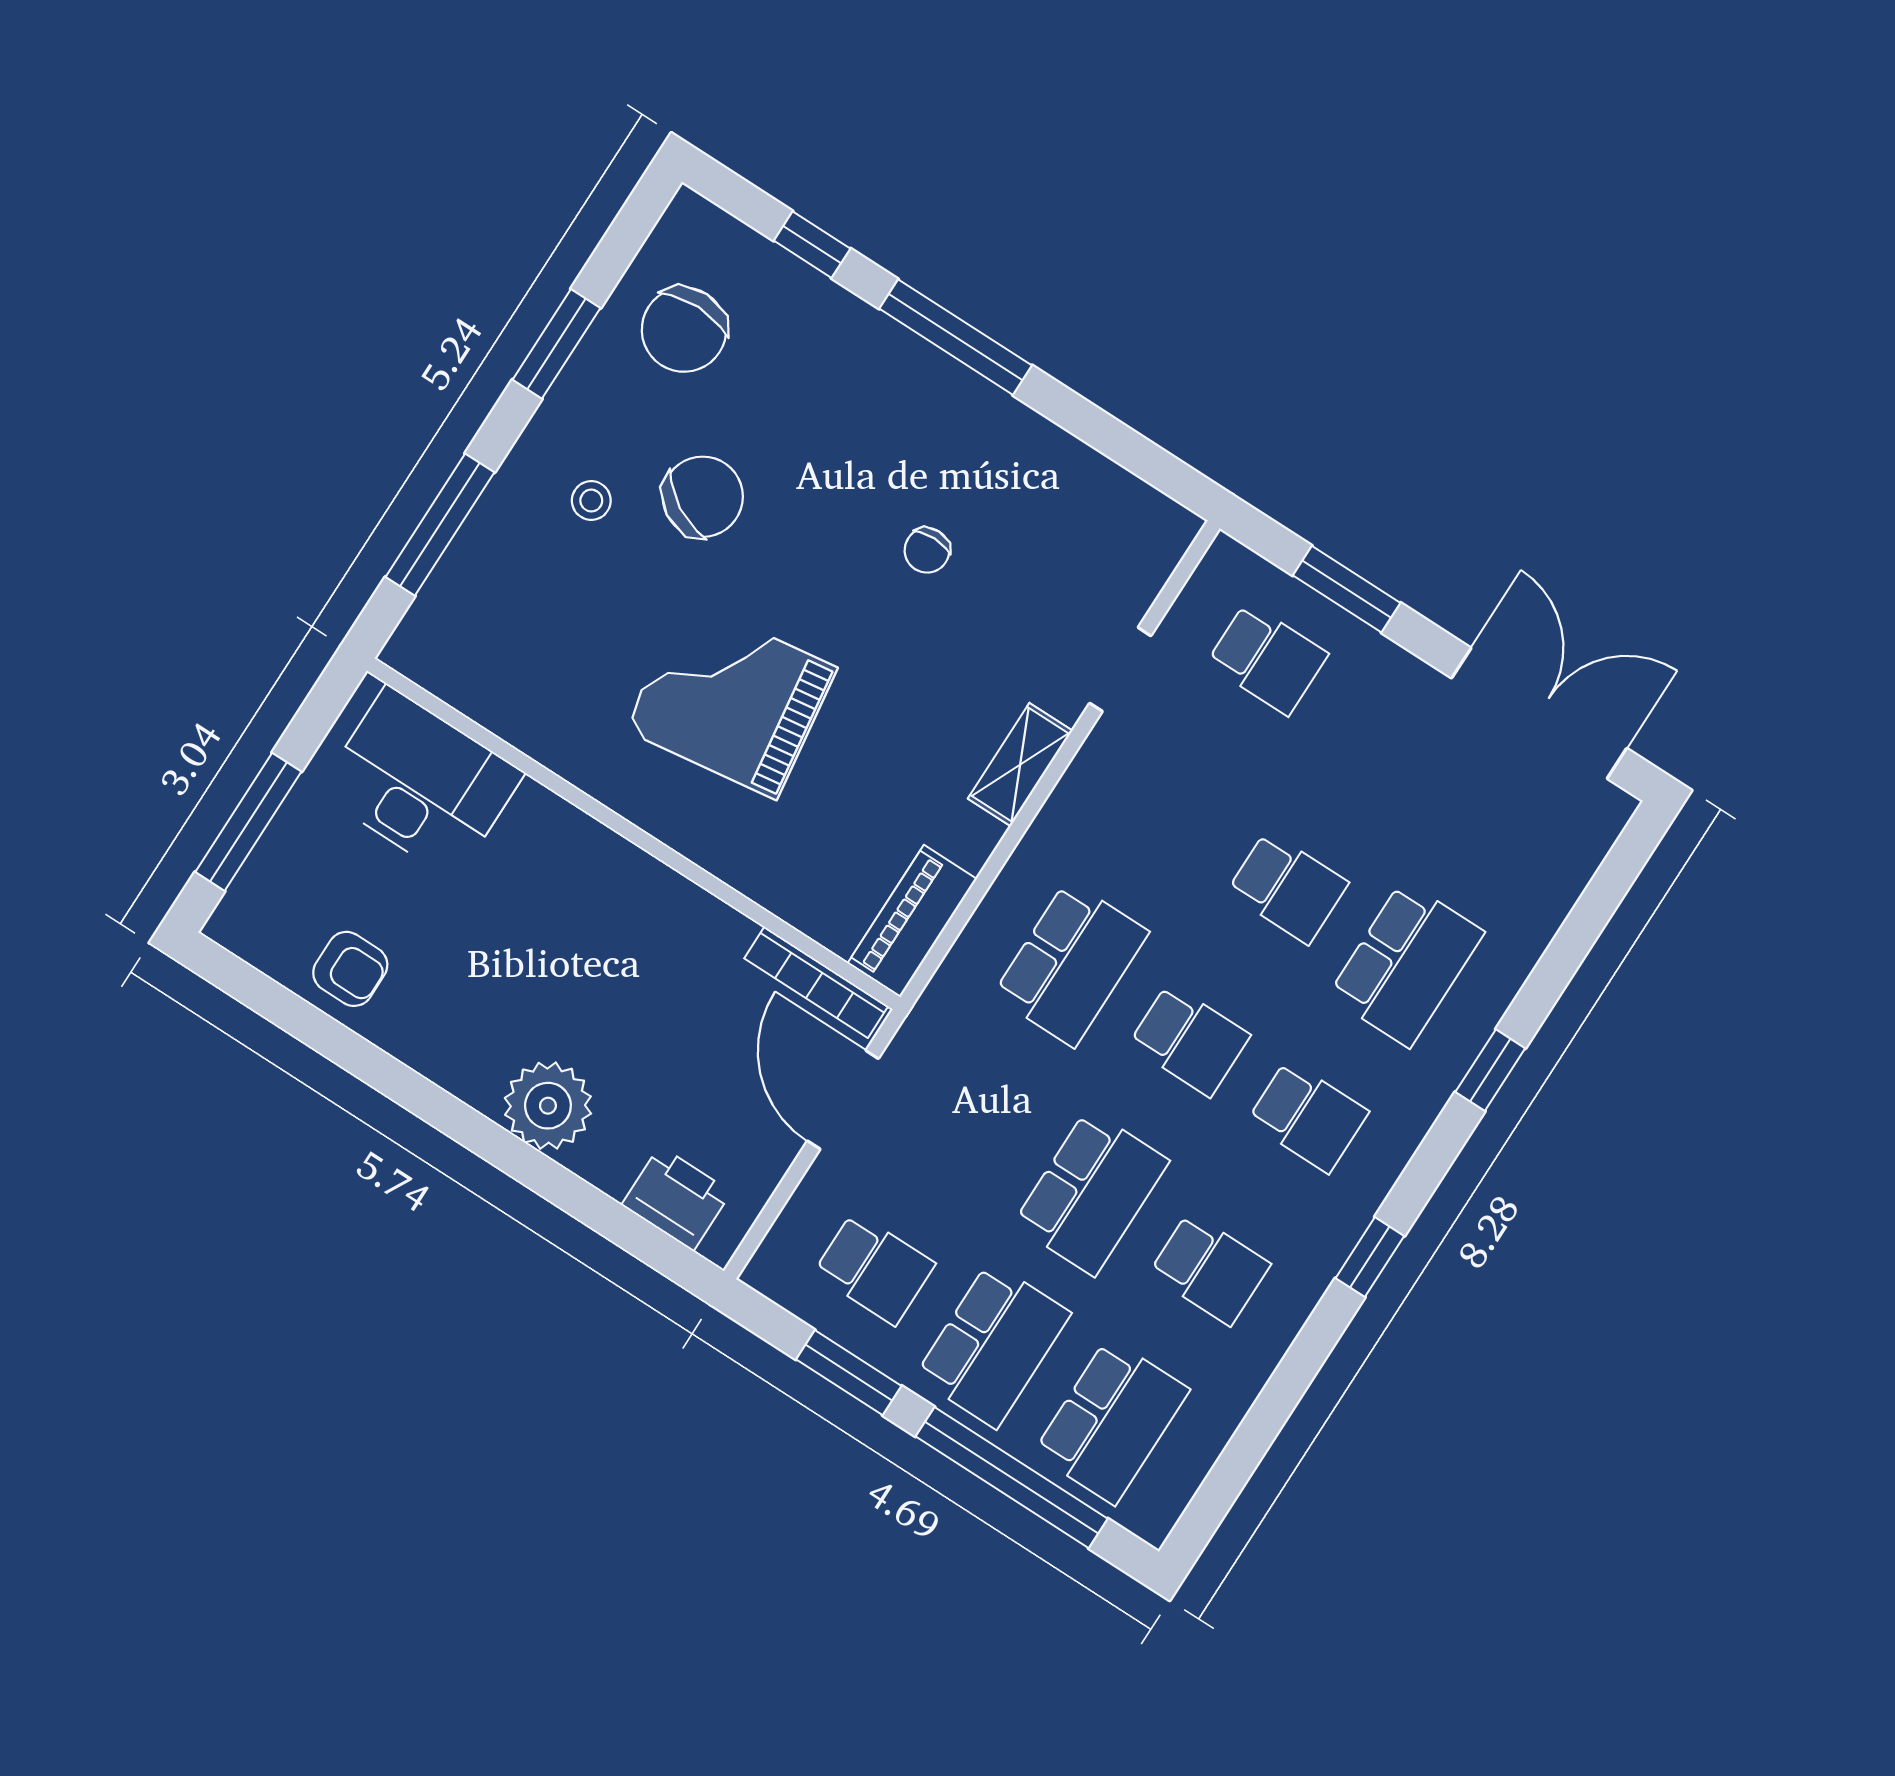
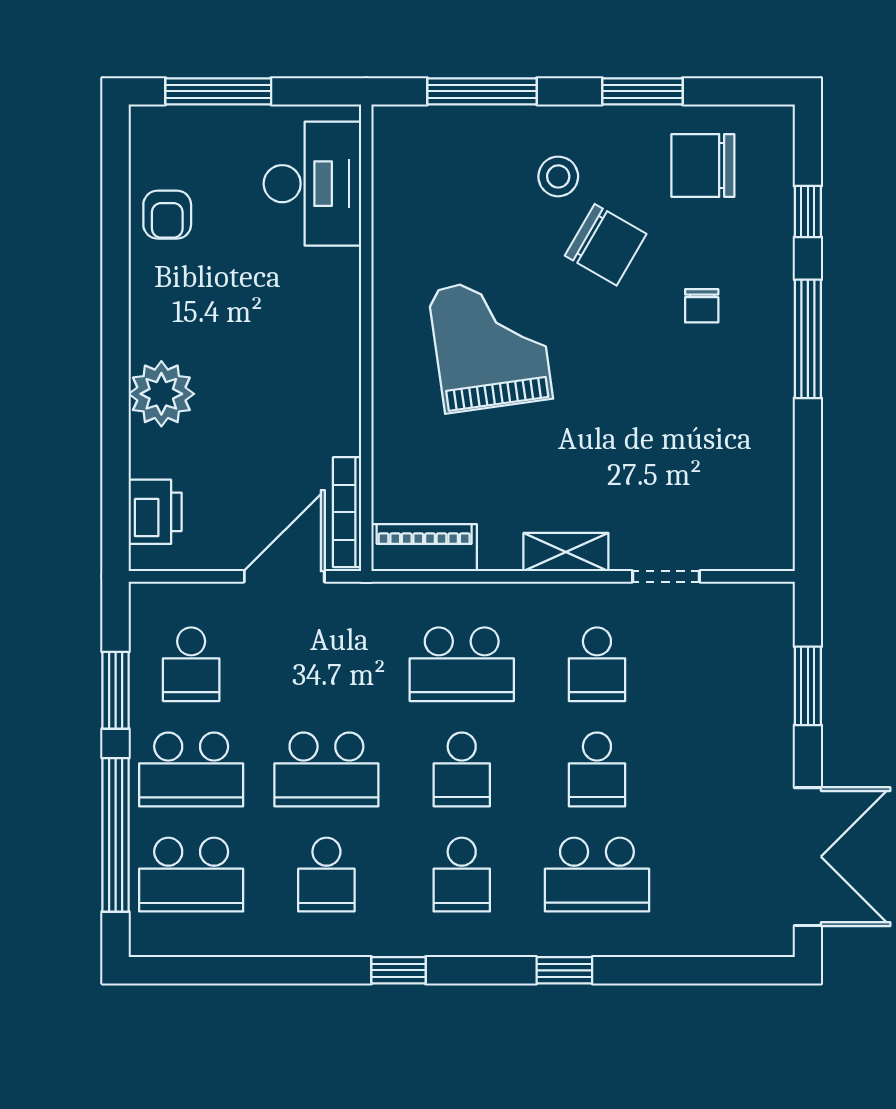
stool: (591, 501) -> (558, 176), width x1.37, depth x1.37
chair: (927, 550) -> (702, 306), moved, turned -90
school desk: (1267, 659) -> (597, 664), moved

